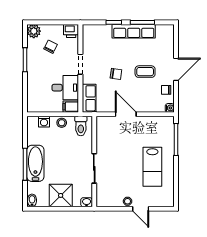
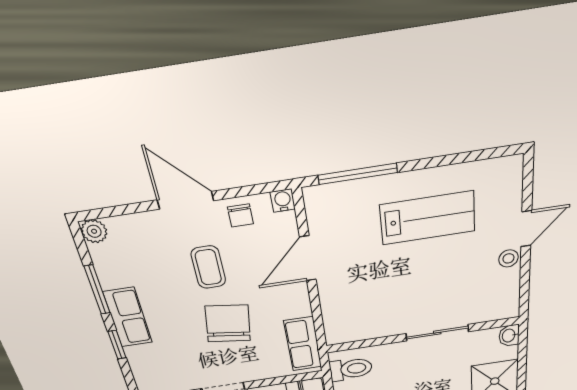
plant: (169, 29) -> (94, 231), added
row of seats: (134, 31) -> (128, 317), width x0.68
chair: (116, 74) -> (228, 324), width x1.87, depth x1.87
row of seats: (89, 98) -> (303, 344), moved, turned -90
door: (126, 114) -> (308, 258), moved

